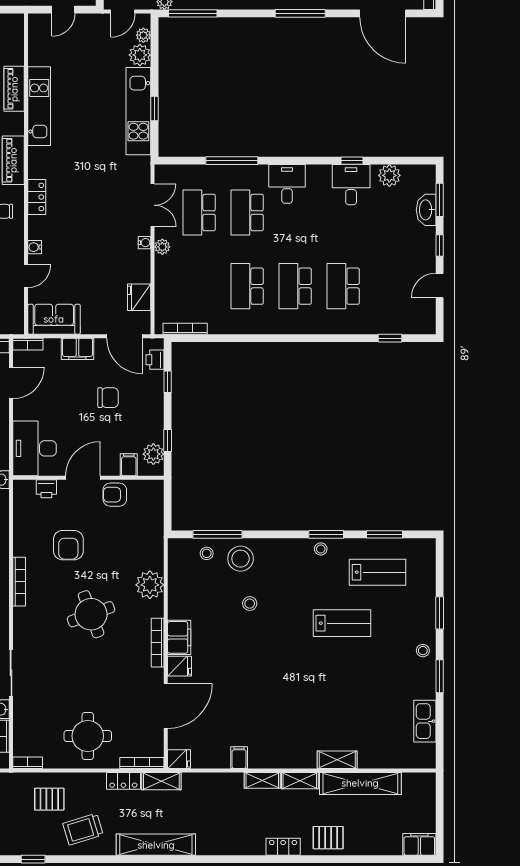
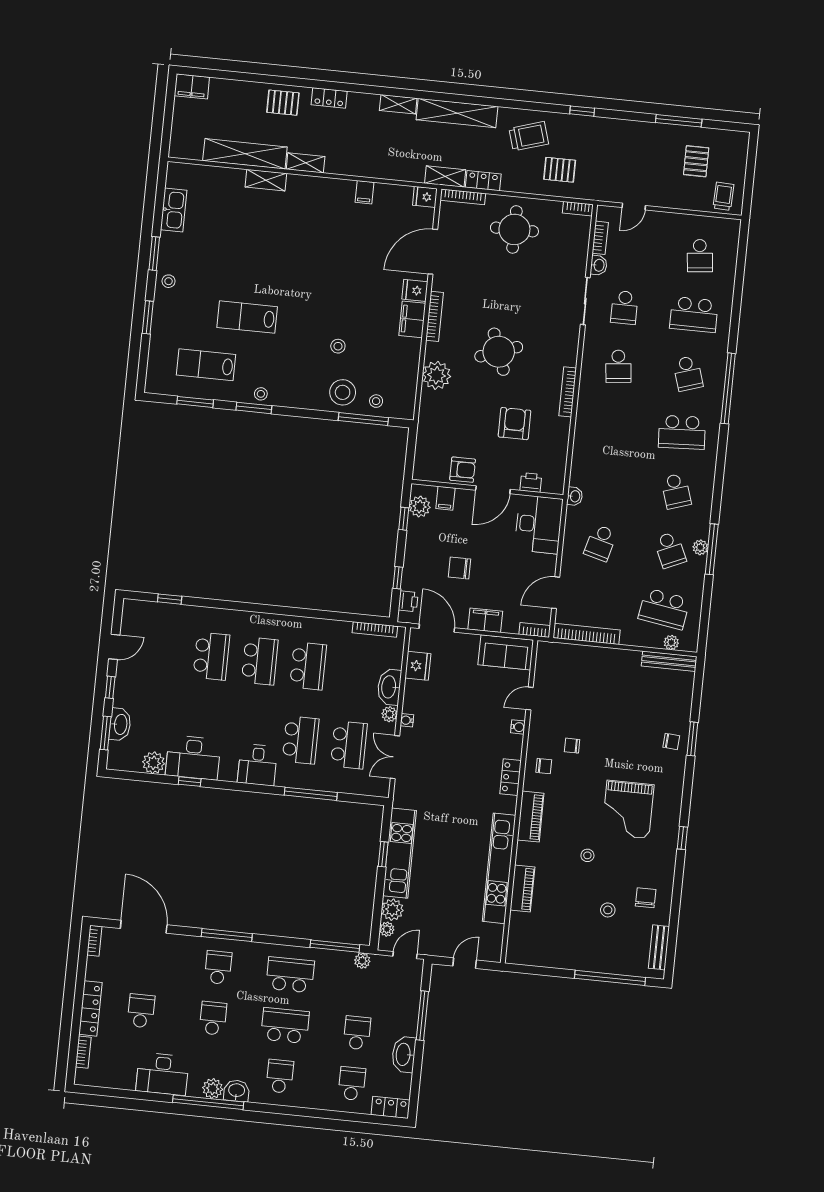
kitchen unit: (39, 106) -> (499, 868), width x1.36
desk: (351, 185) -> (193, 758), width x1.37
washbasin: (165, 274) -> (389, 687), added
shelving: (262, 780) -> (398, 104), moved

